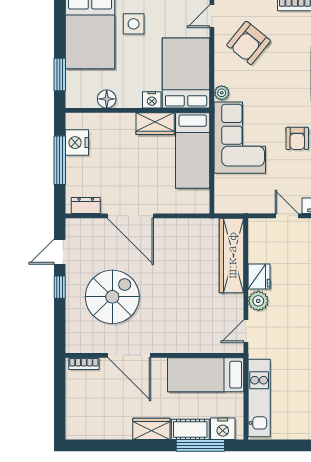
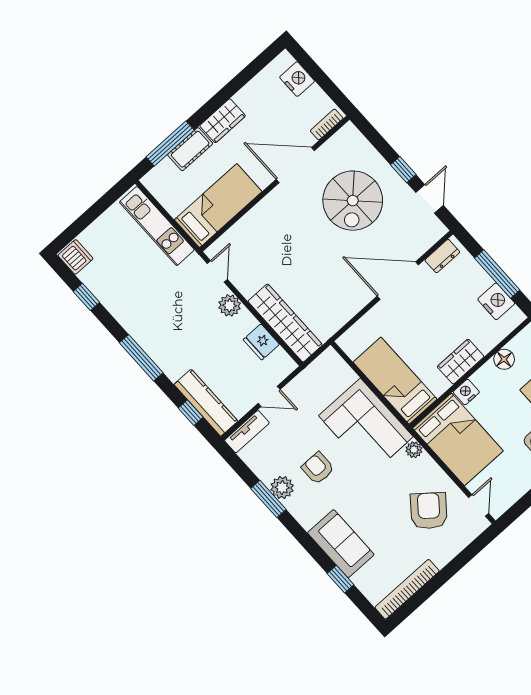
wardrobe: (155, 124) -> (461, 362), moved
fridge: (259, 277) -> (261, 342), moved
nightstand: (223, 429) -> (297, 79), moved, turned 90

